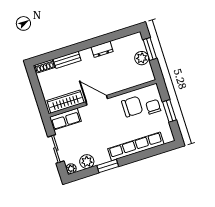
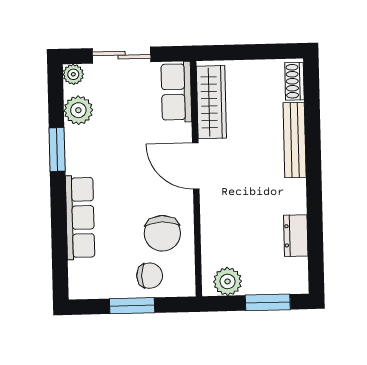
dresser: (102, 49) -> (296, 236), moved
plant: (142, 58) -> (228, 281), moved
bench: (67, 60) -> (295, 140), width x1.36
door: (97, 100) -> (196, 166), swing flipped
row of seats: (136, 146) -> (80, 218), width x0.73

